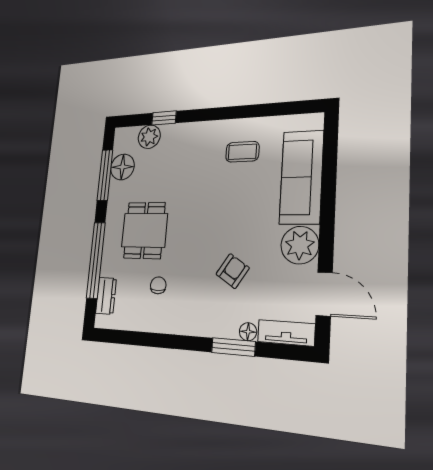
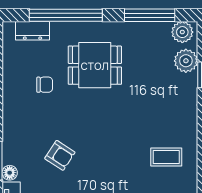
plant: (123, 142) -> (182, 32), added
coffee table: (242, 152) -> (166, 157), turned 90
floor lamp: (122, 167) -> (157, 34), removed

